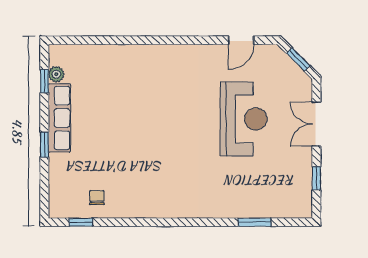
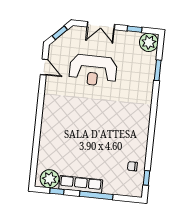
plant: (56, 74) -> (50, 179), width x1.88, depth x1.88
reception desk: (244, 119) -> (93, 70), turned 180
window: (44, 145) -> (96, 195), width x2.17
plant: (298, 203) -> (149, 42), added

